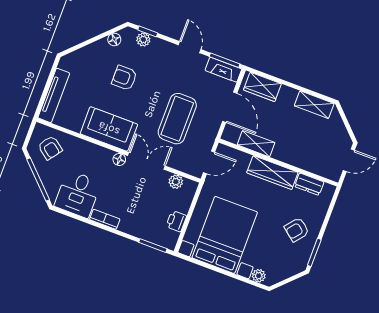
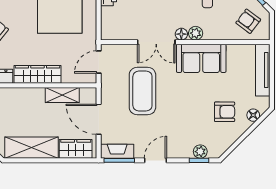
floor lamp: (114, 39) -> (253, 115), moved
door: (190, 47) -> (155, 160), swing flipped
armchair: (124, 78) -> (225, 112), moved
shelving: (314, 105) -> (31, 148), width x1.50, depth x1.33
plant: (176, 182) -> (196, 33), moved

